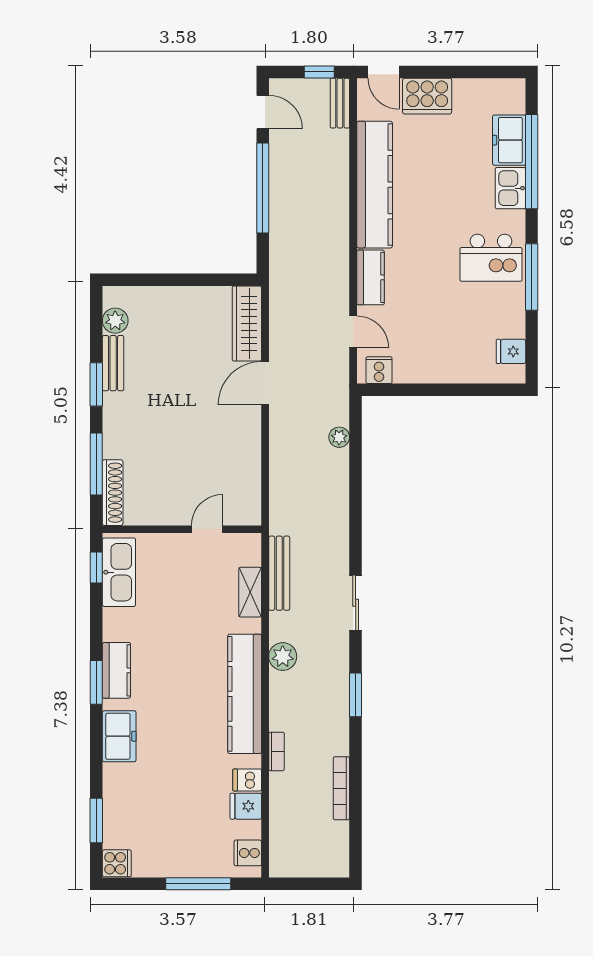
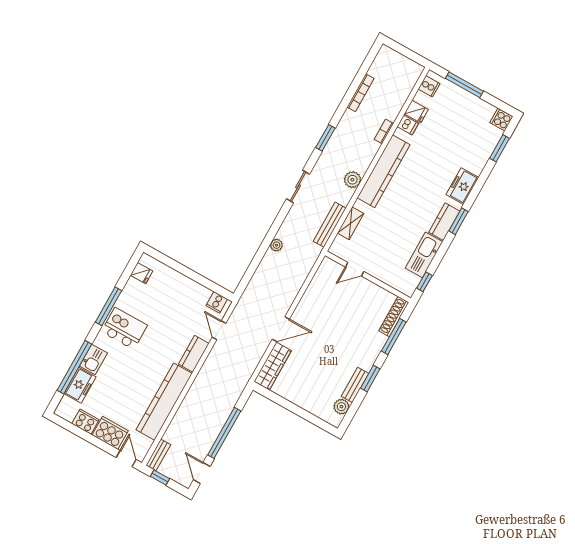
cooker: (472, 92) -> (85, 422), added
plant: (339, 437) -> (276, 245), moved
kitchen sink: (119, 572) -> (424, 255), moved

